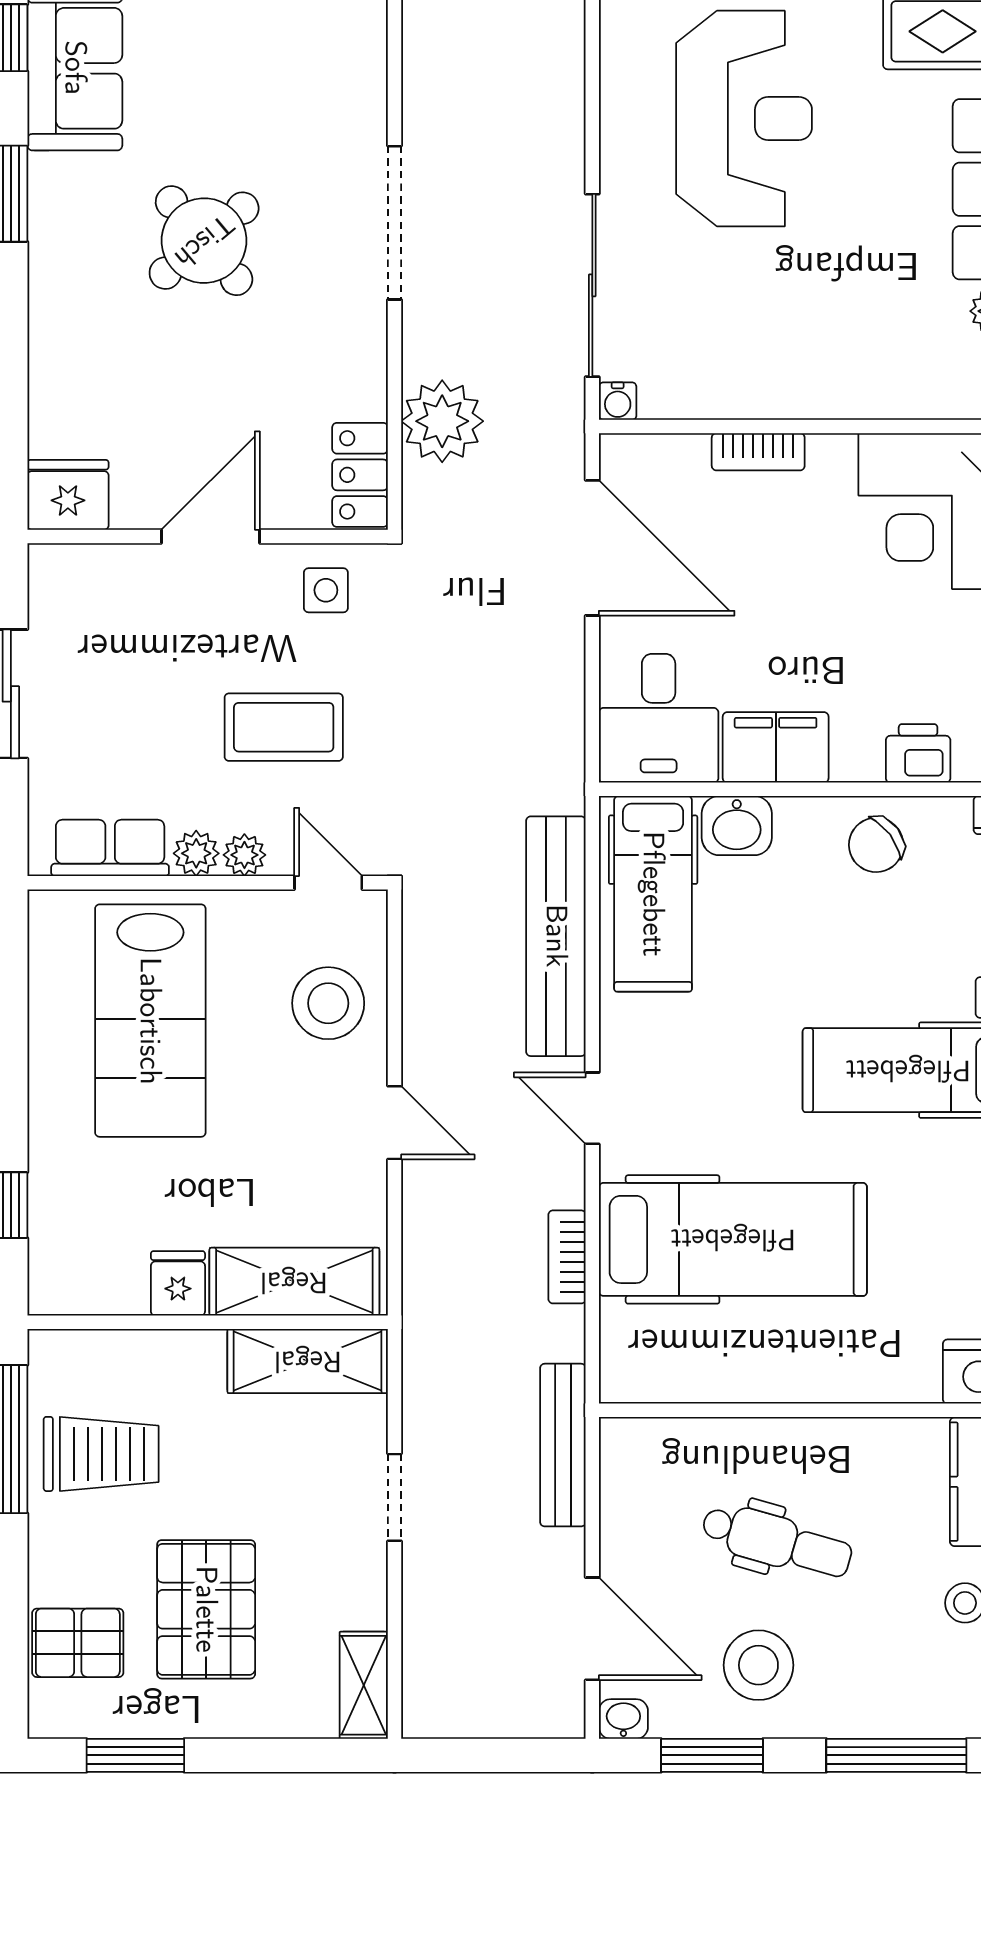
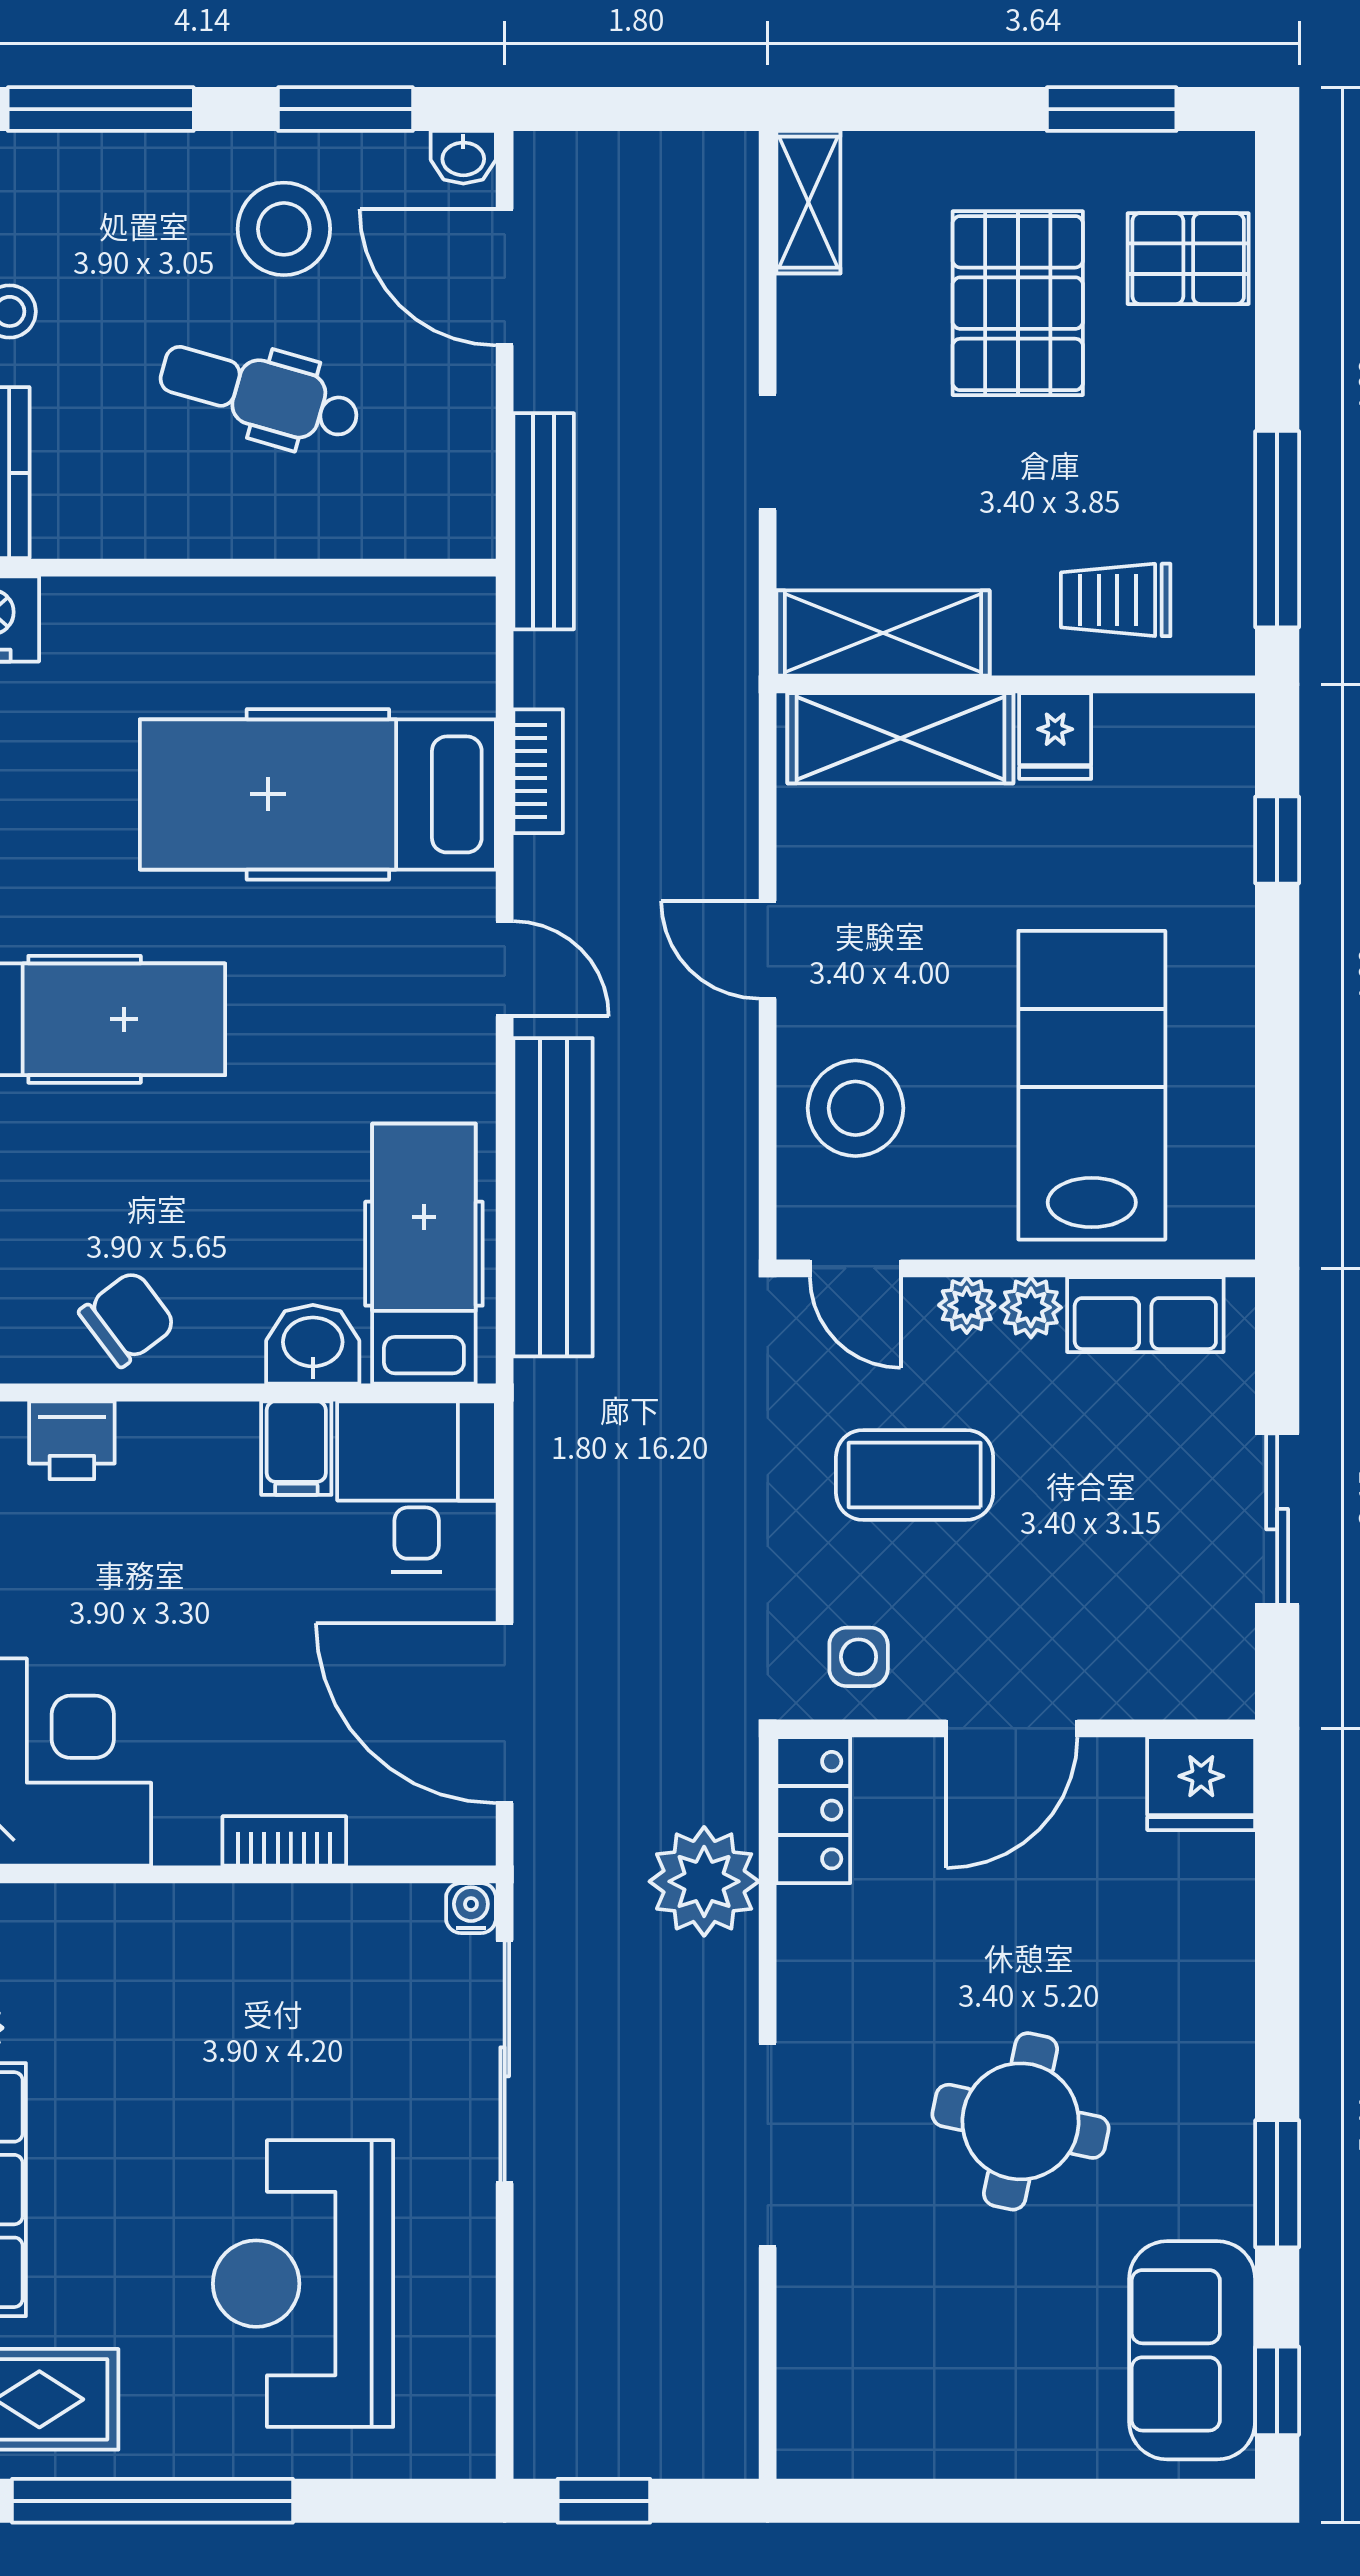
round table: (204, 241) -> (1020, 2121), turned -38
filing cabinet: (776, 747) -> (296, 1448), width x0.50
trolley: (101, 1454) -> (1116, 600), moved, width x0.73, depth x0.72

